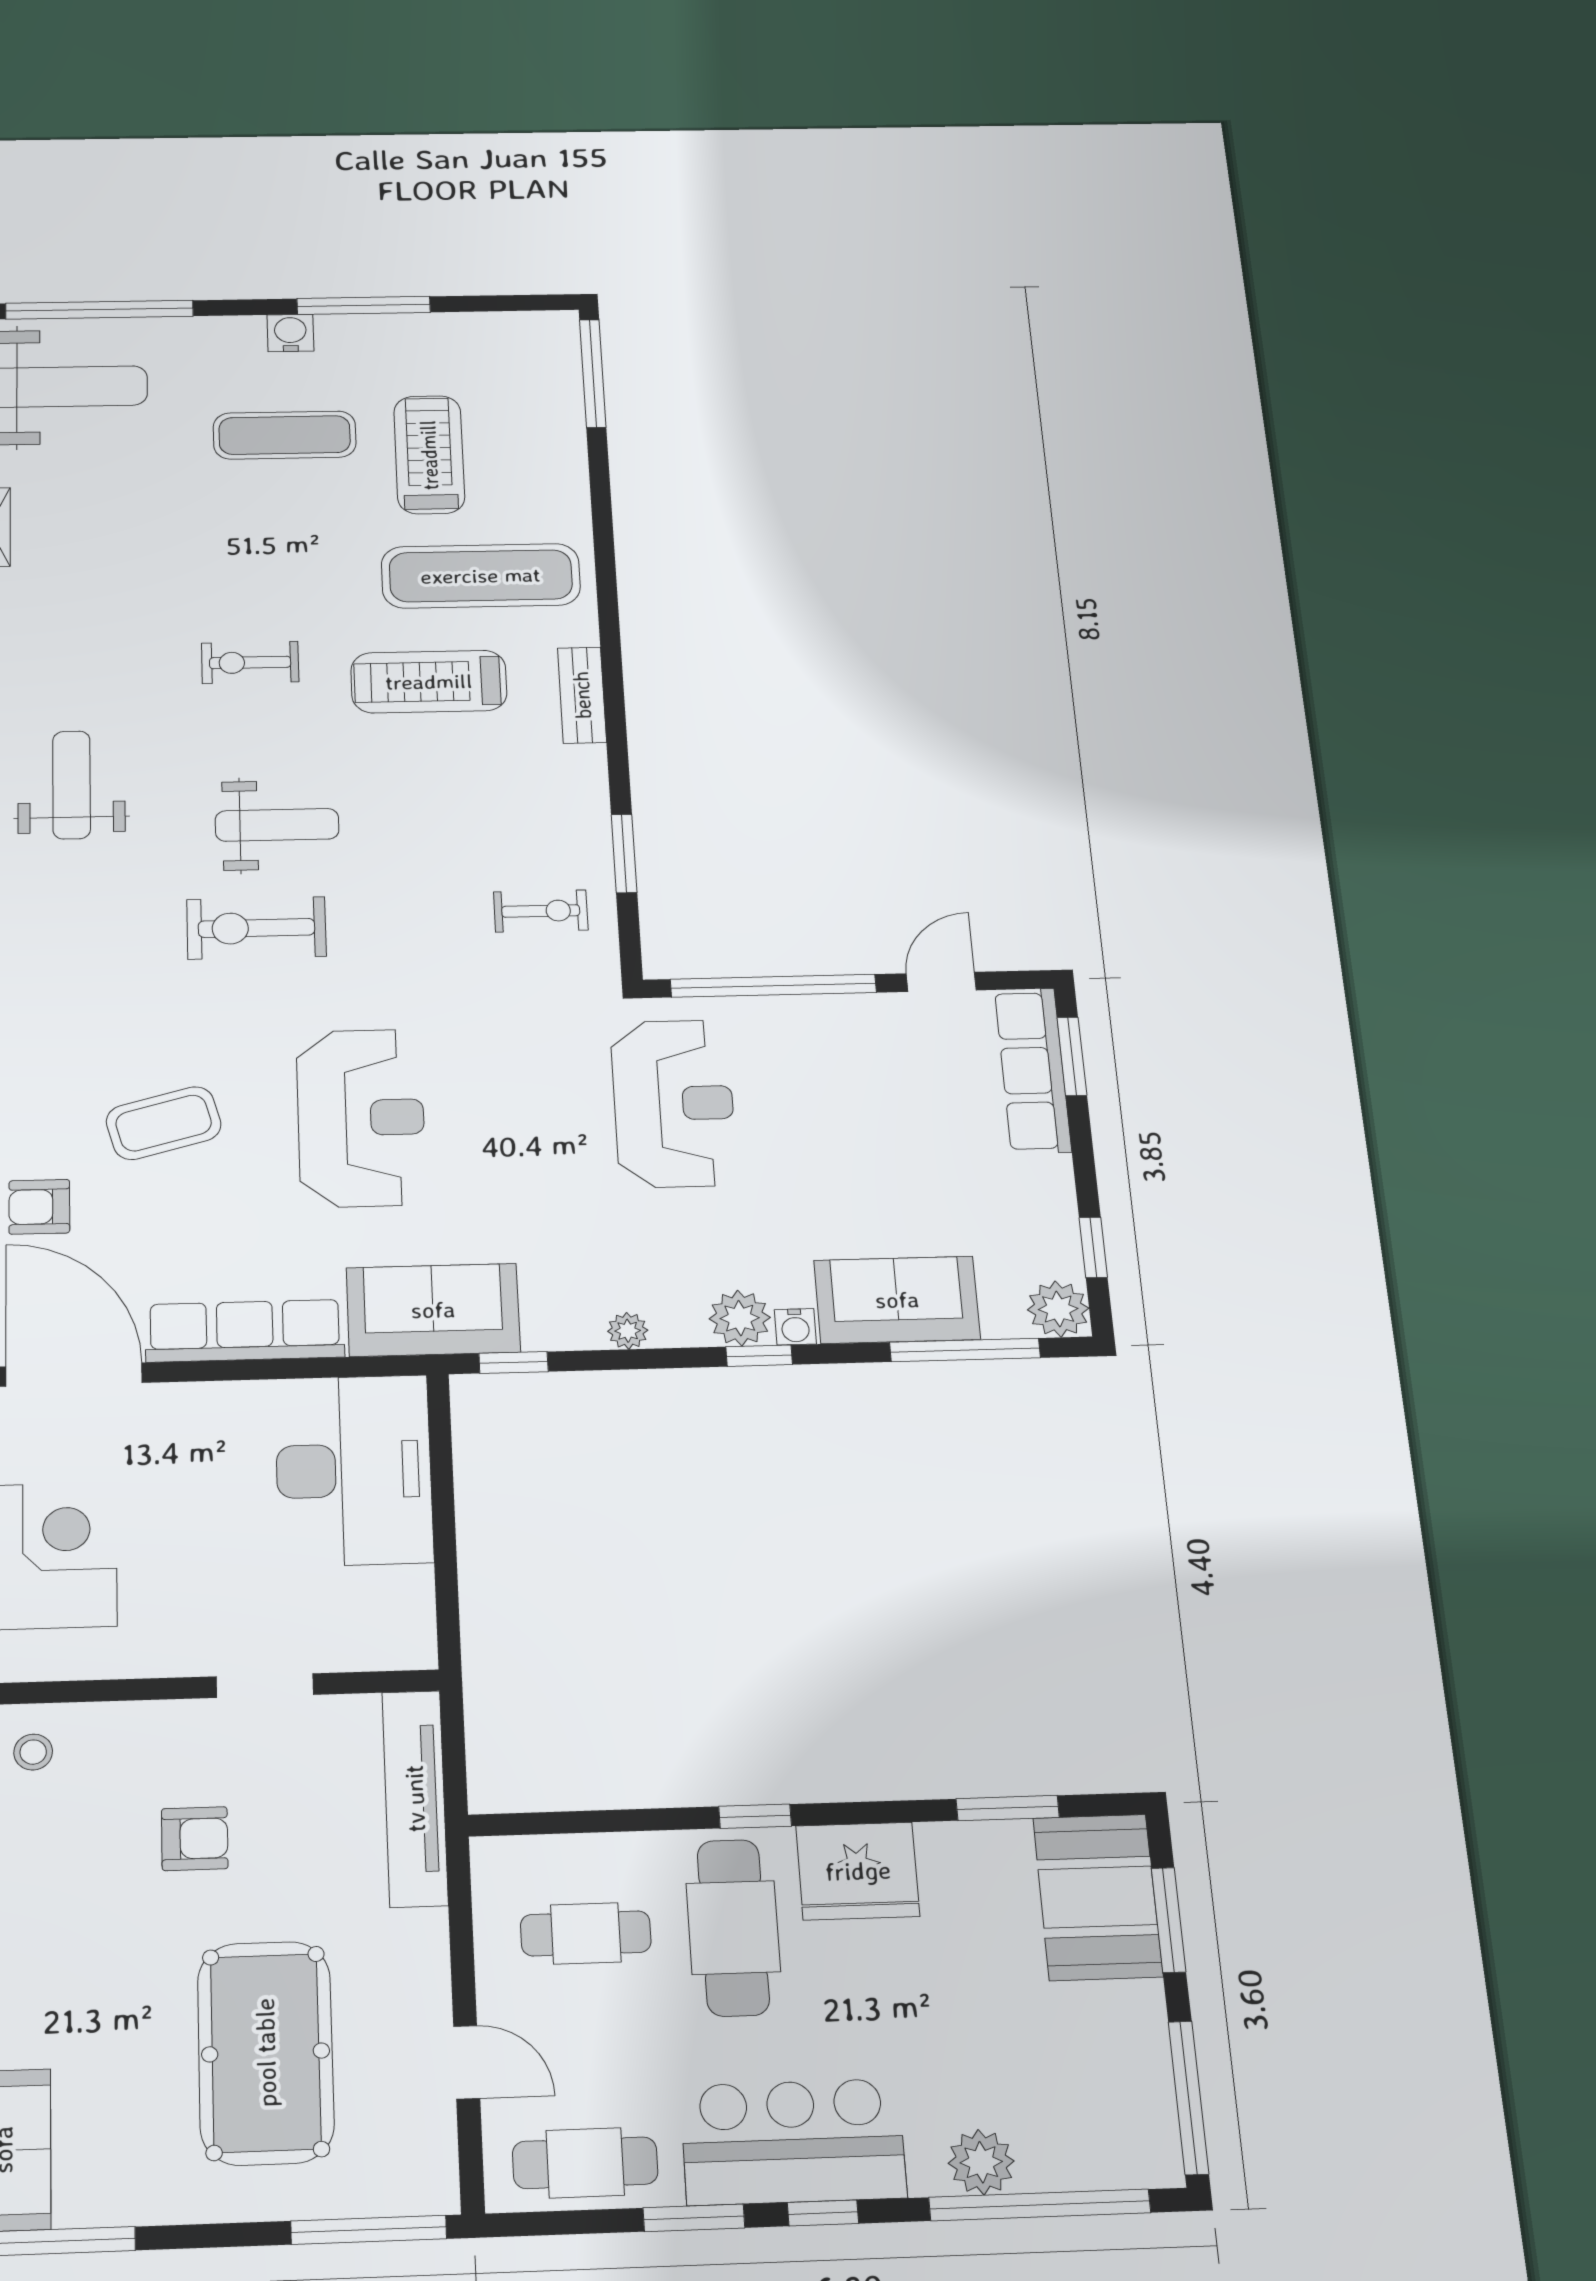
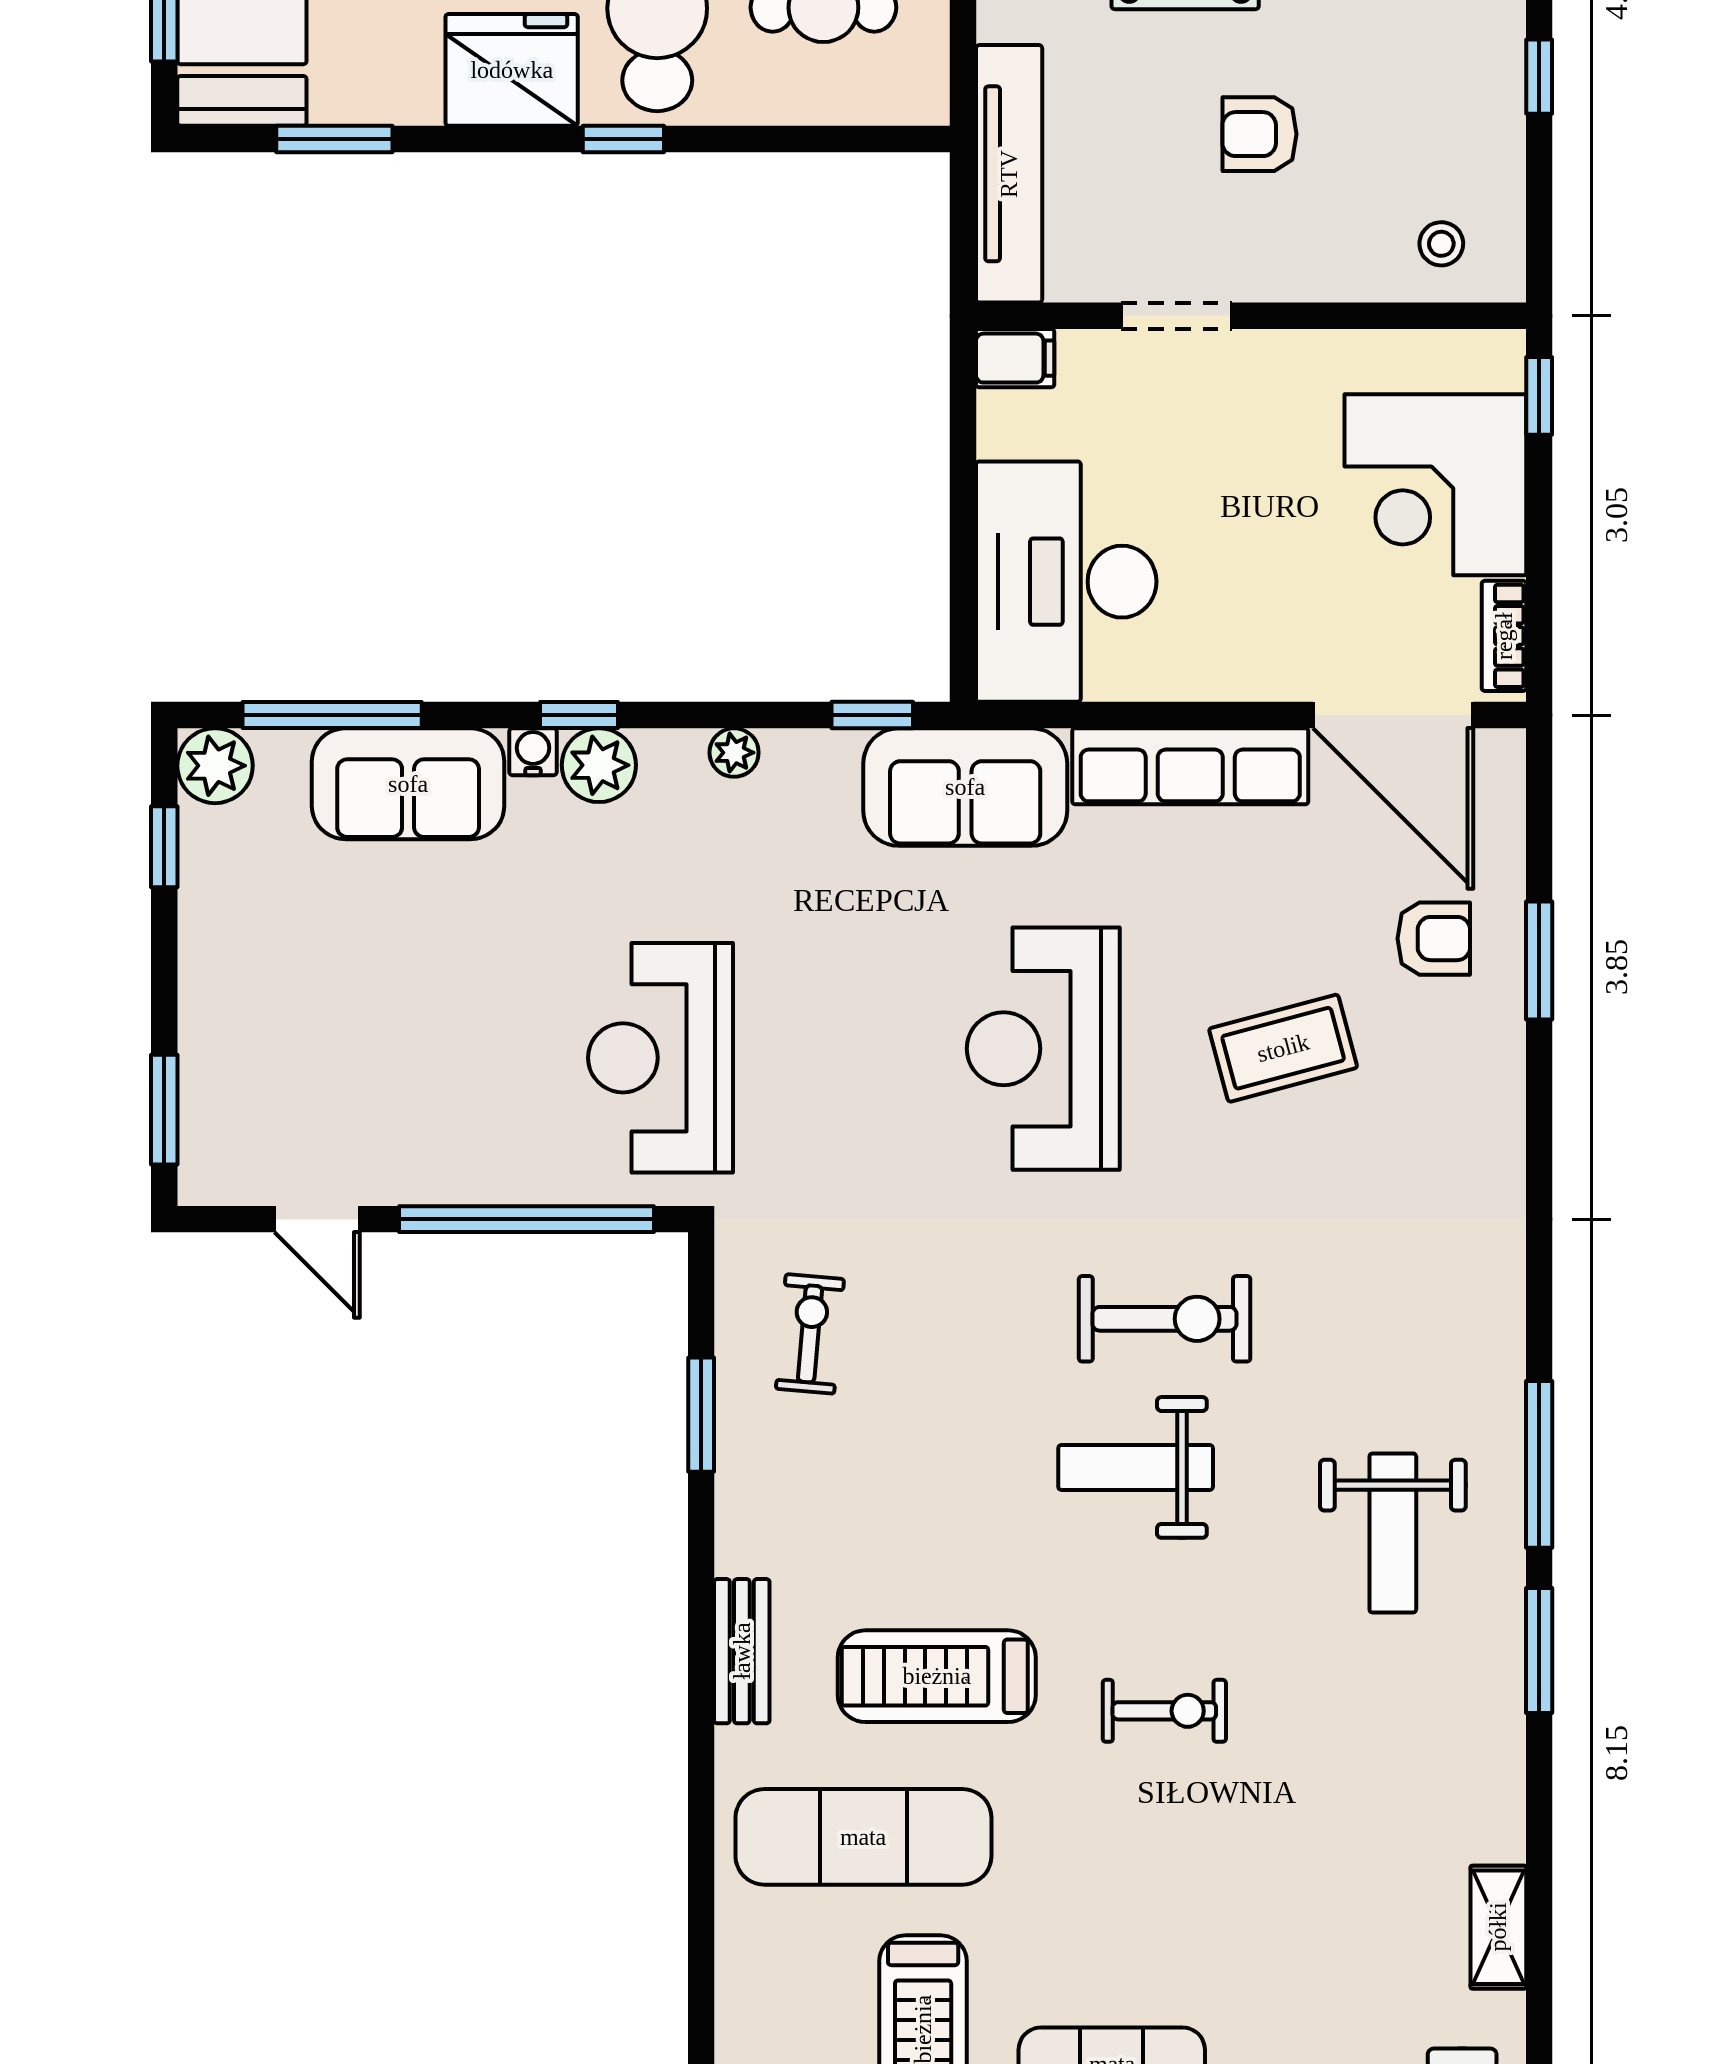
treadmill: (429, 682) -> (937, 1676), turned 180
exercise bike: (541, 911) -> (810, 1334), turned 95
door: (941, 982) -> (317, 1219), hinge flipped
row of seats: (1033, 1070) -> (215, 1091), removed
filing cabinet: (404, 1647) -> (1015, 358), added

